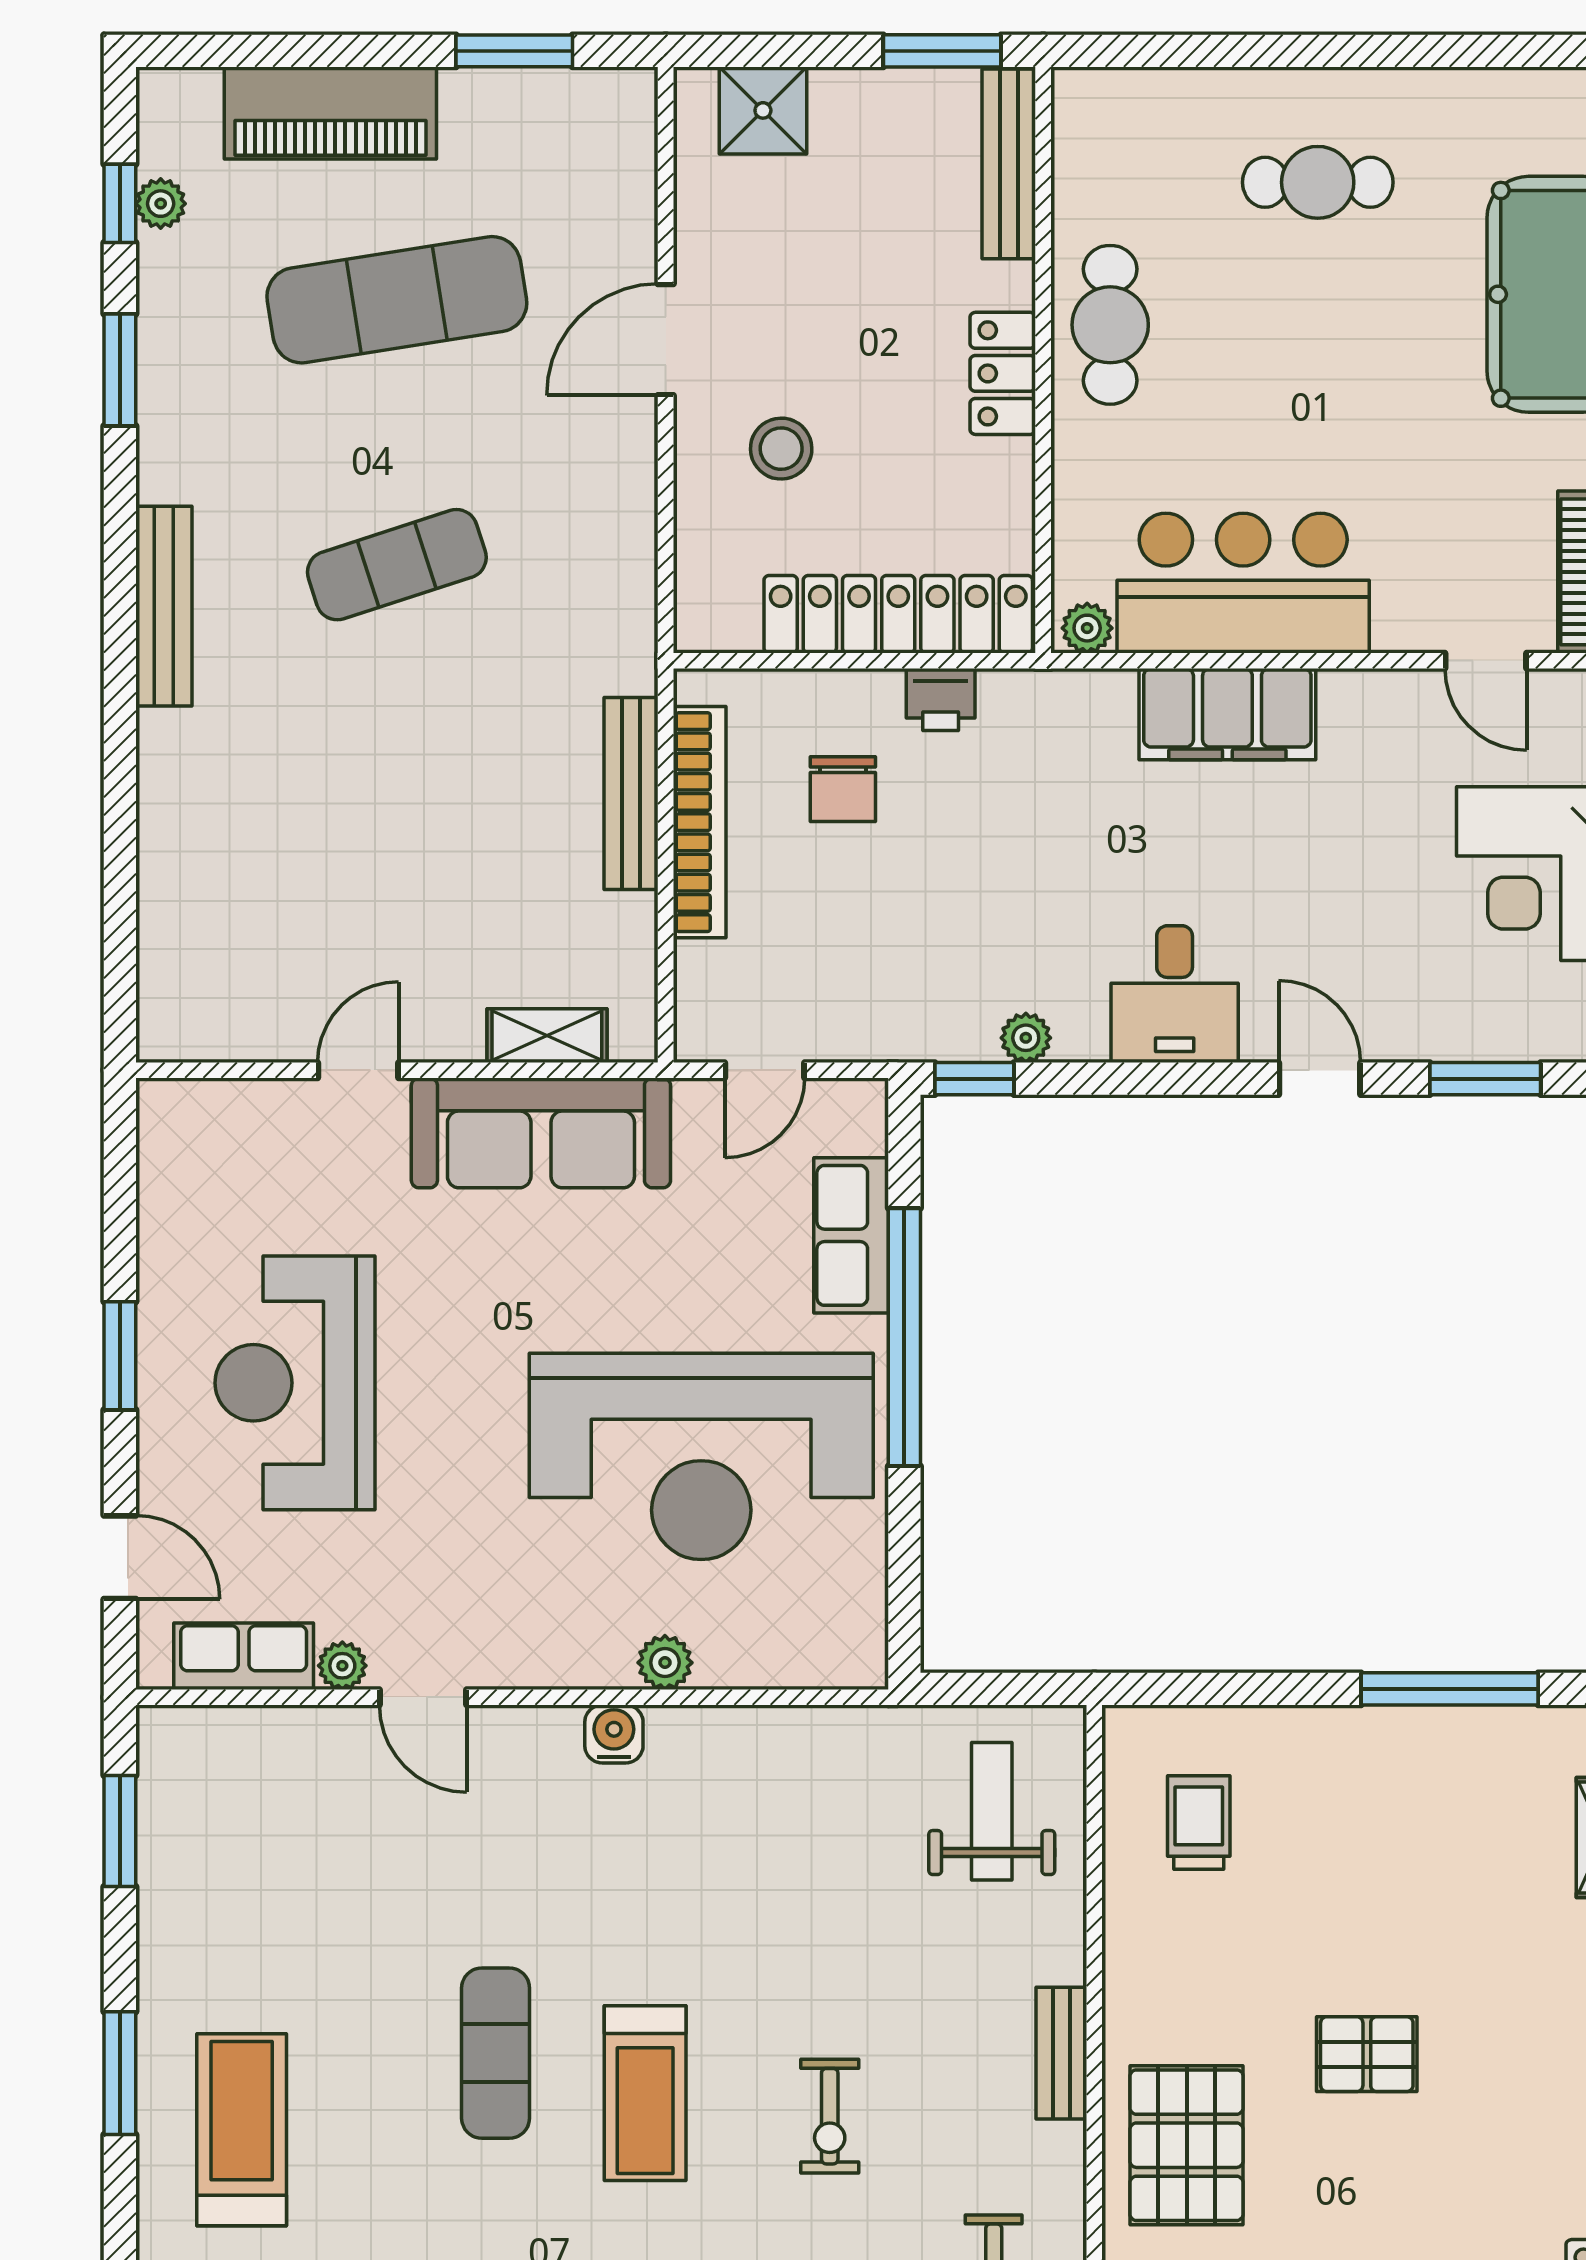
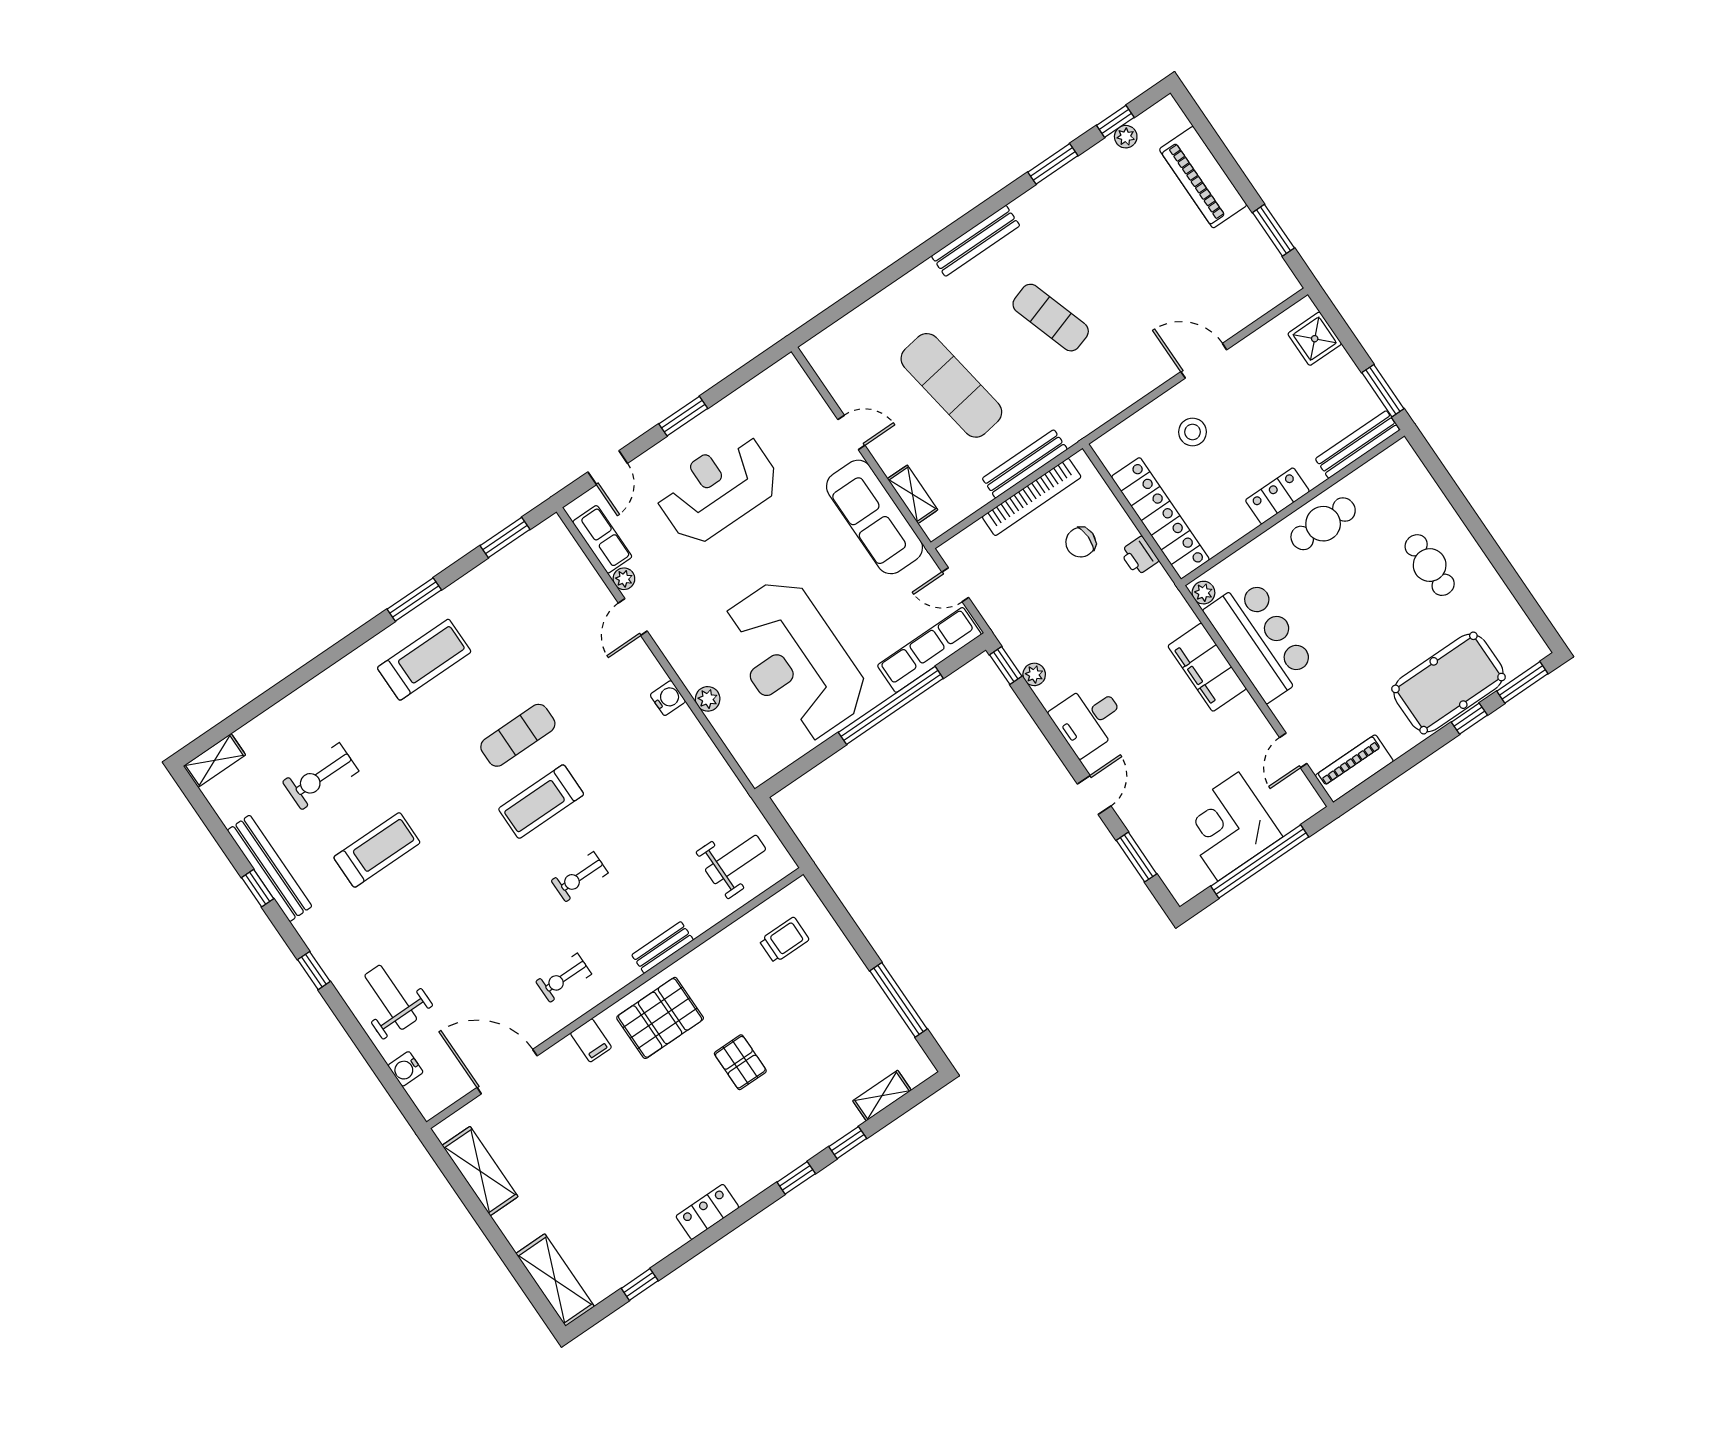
exercise mat: (397, 300) -> (951, 385), moved
row of seats: (851, 1235) -> (929, 650), width x1.48

